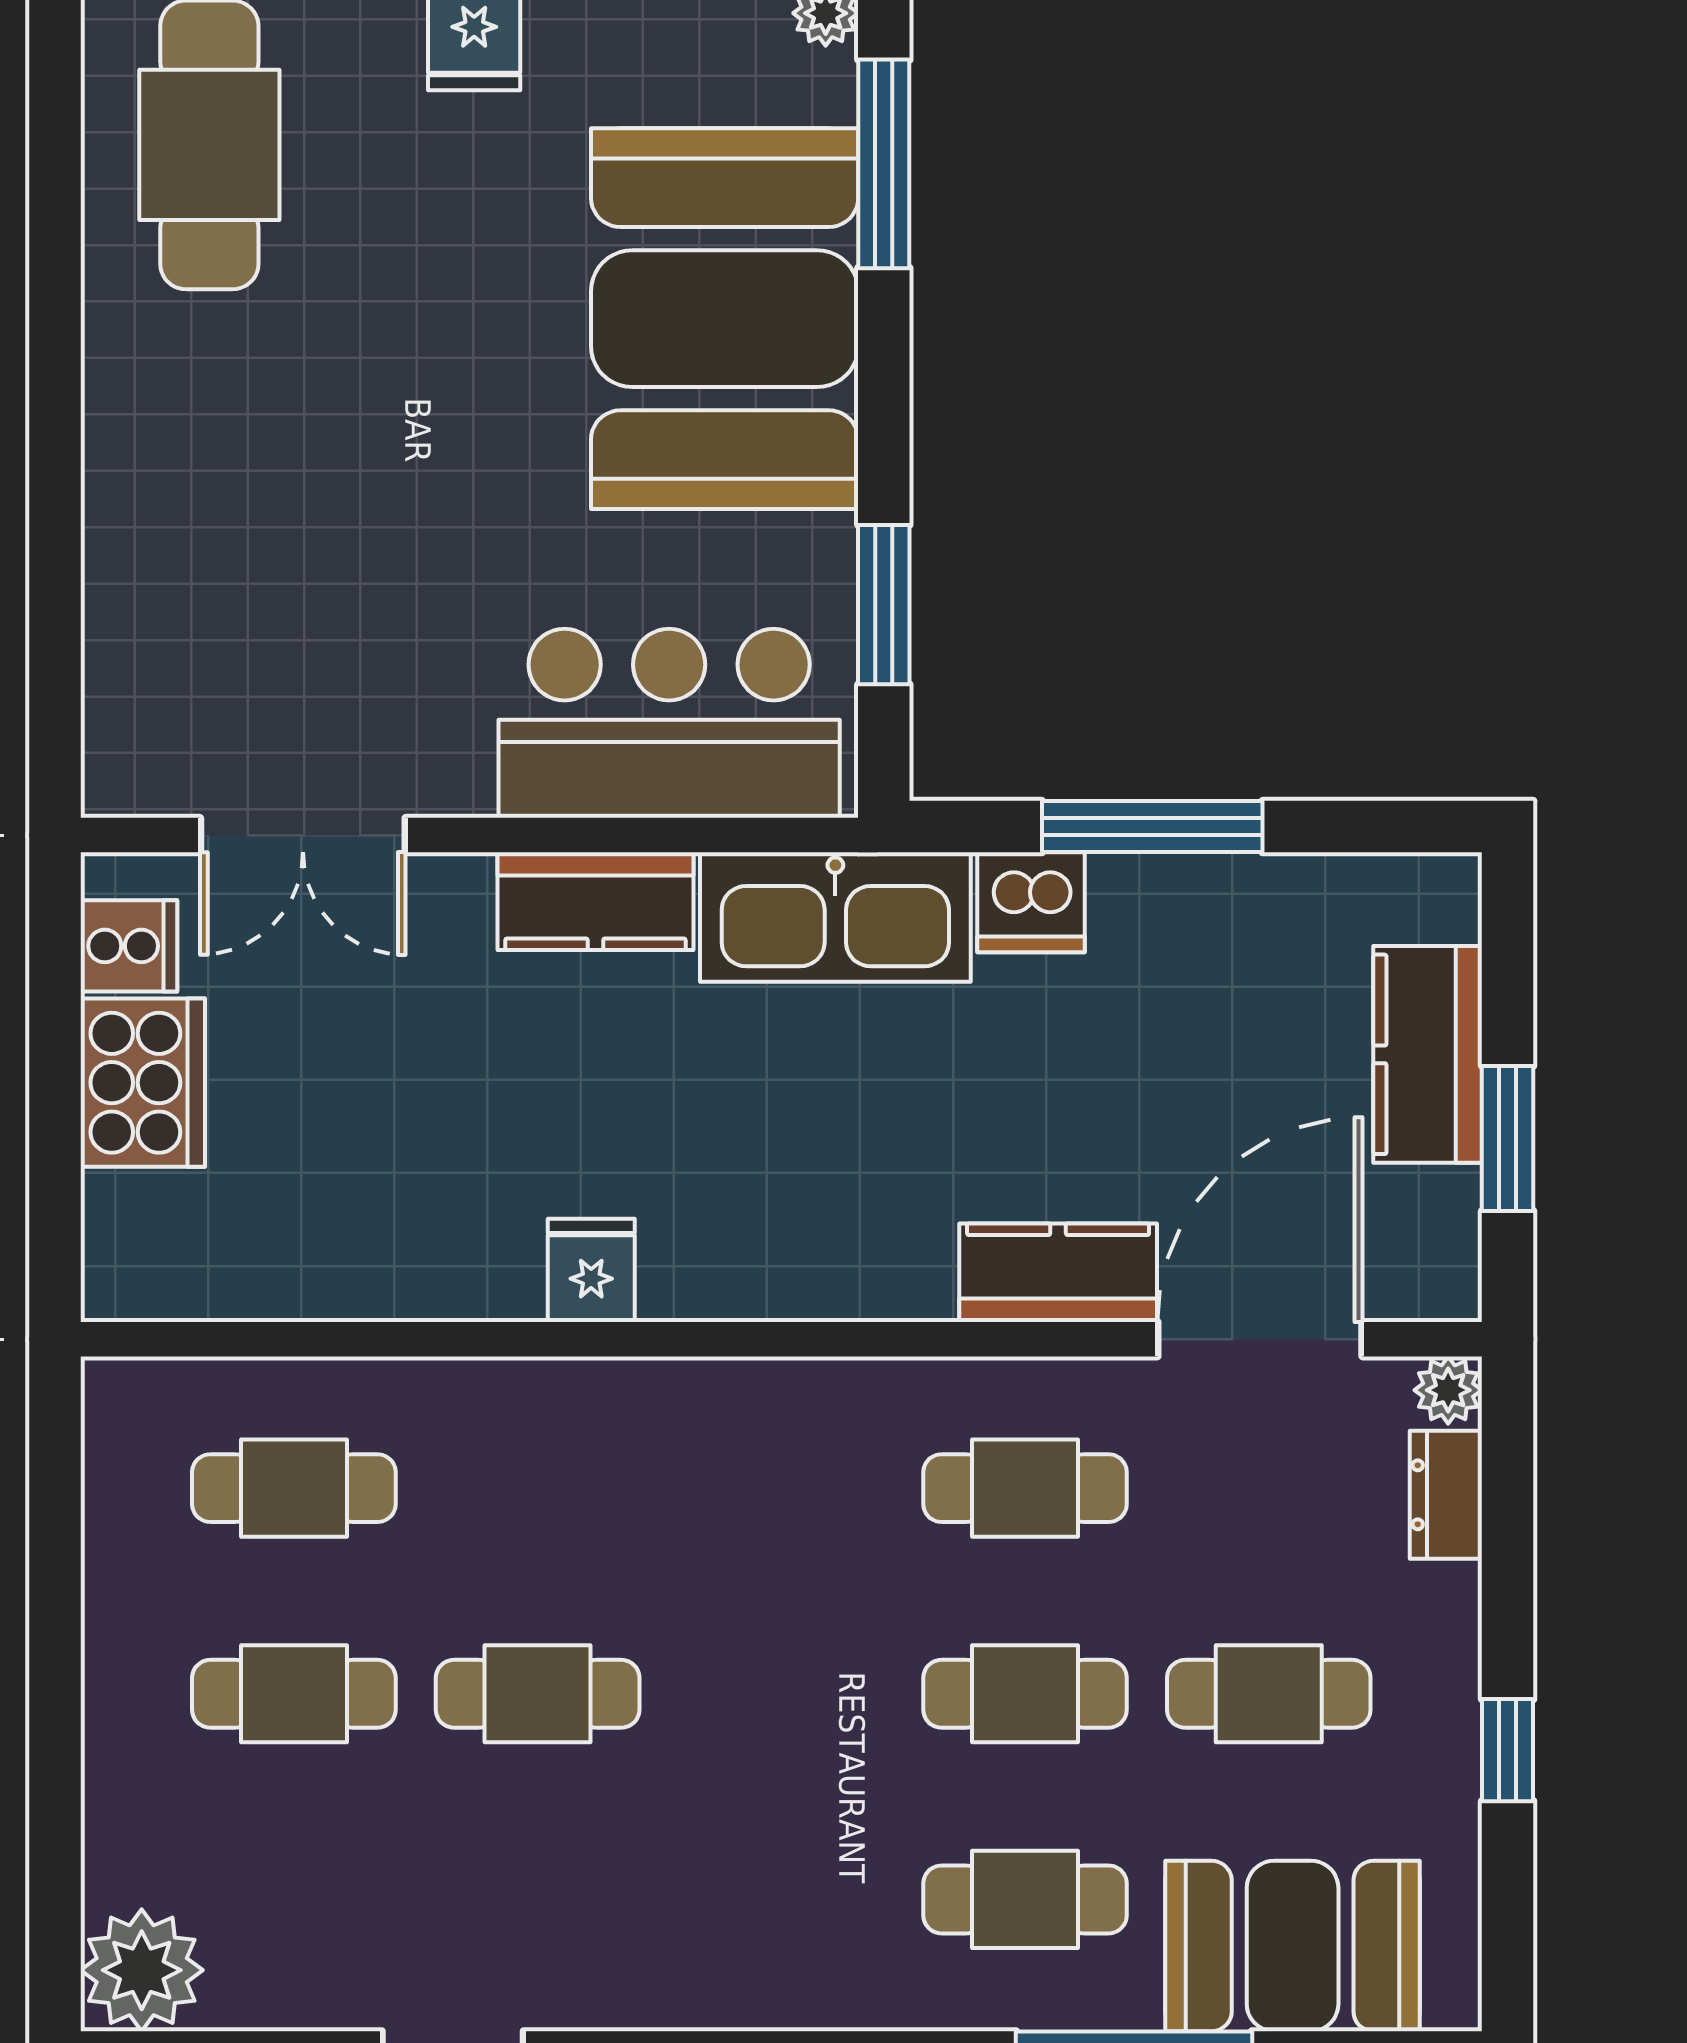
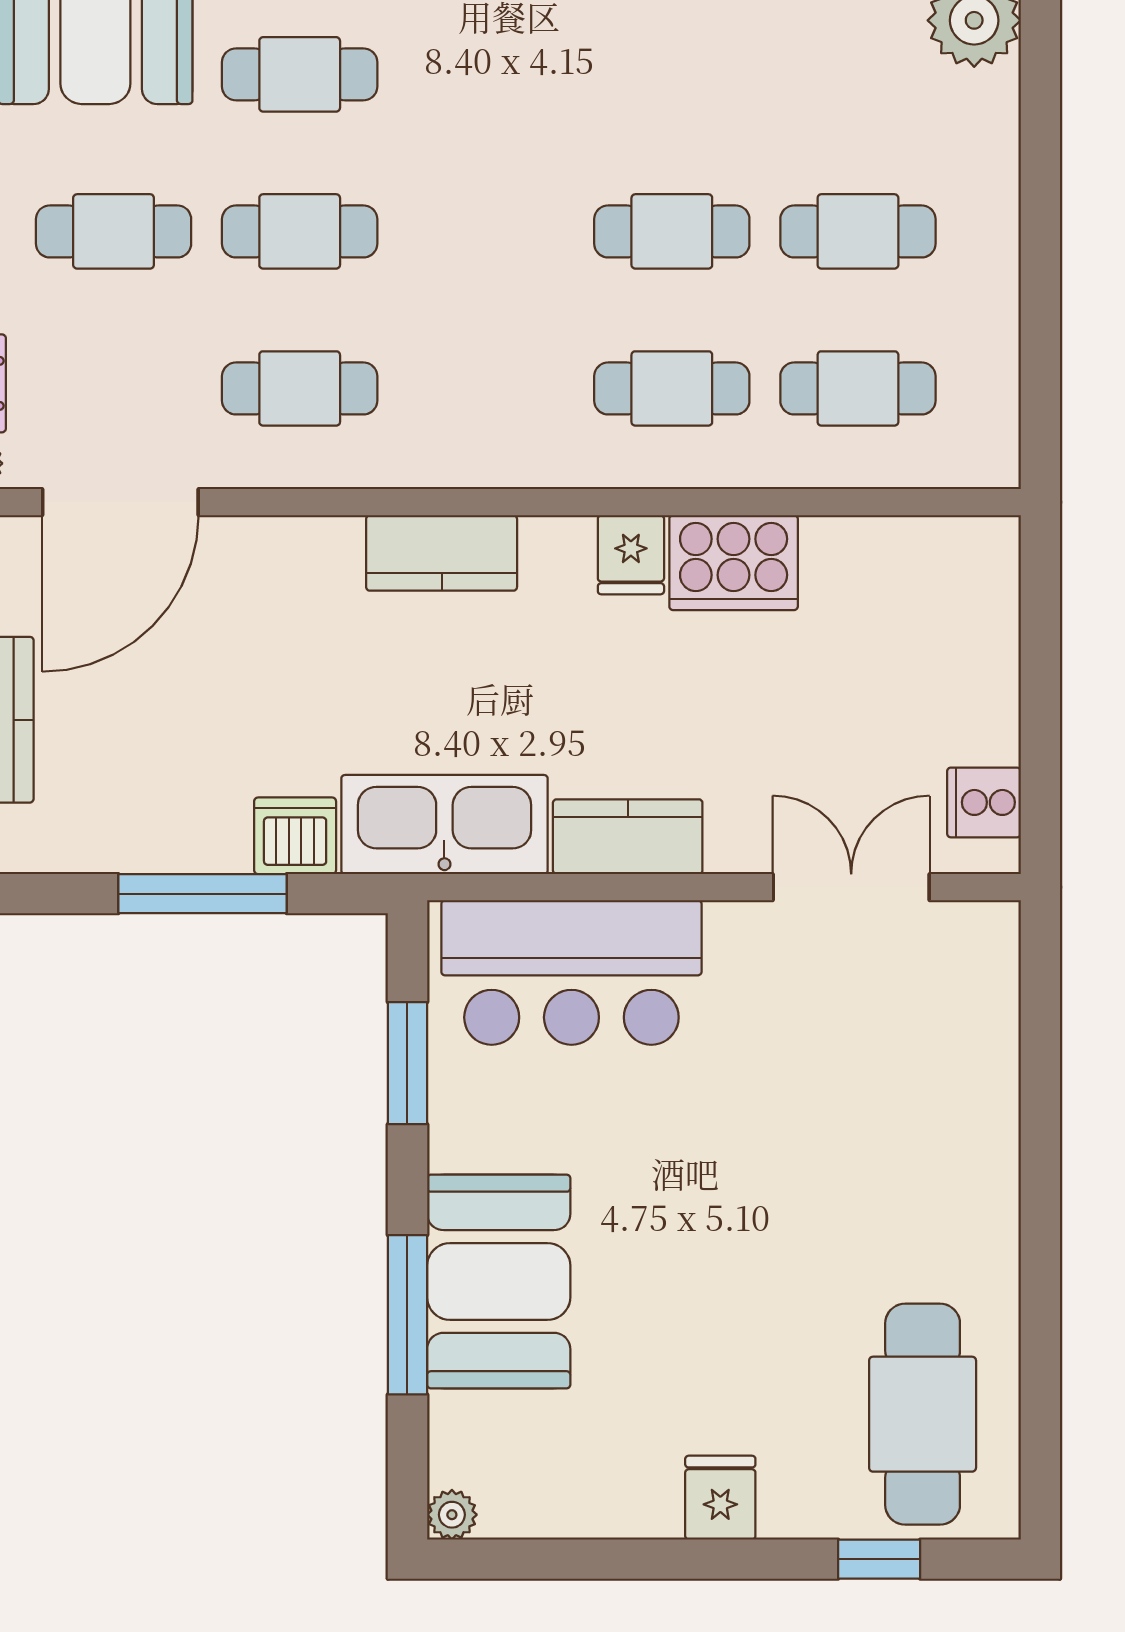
window: (884, 164) -> (407, 1315), moved
booth: (725, 319) -> (499, 1281), width x0.73, depth x0.70
cooker: (143, 1083) -> (734, 563), moved, turned -90
kitchen counter: (1058, 1273) -> (442, 553), moved
cafe table: (538, 1488) -> (672, 388), added

